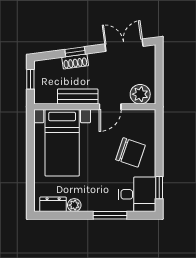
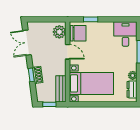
bench: (78, 96) -> (61, 89), moved
chair: (130, 152) -> (78, 33), moved, turned 71
window: (159, 188) -> (91, 19), moved

